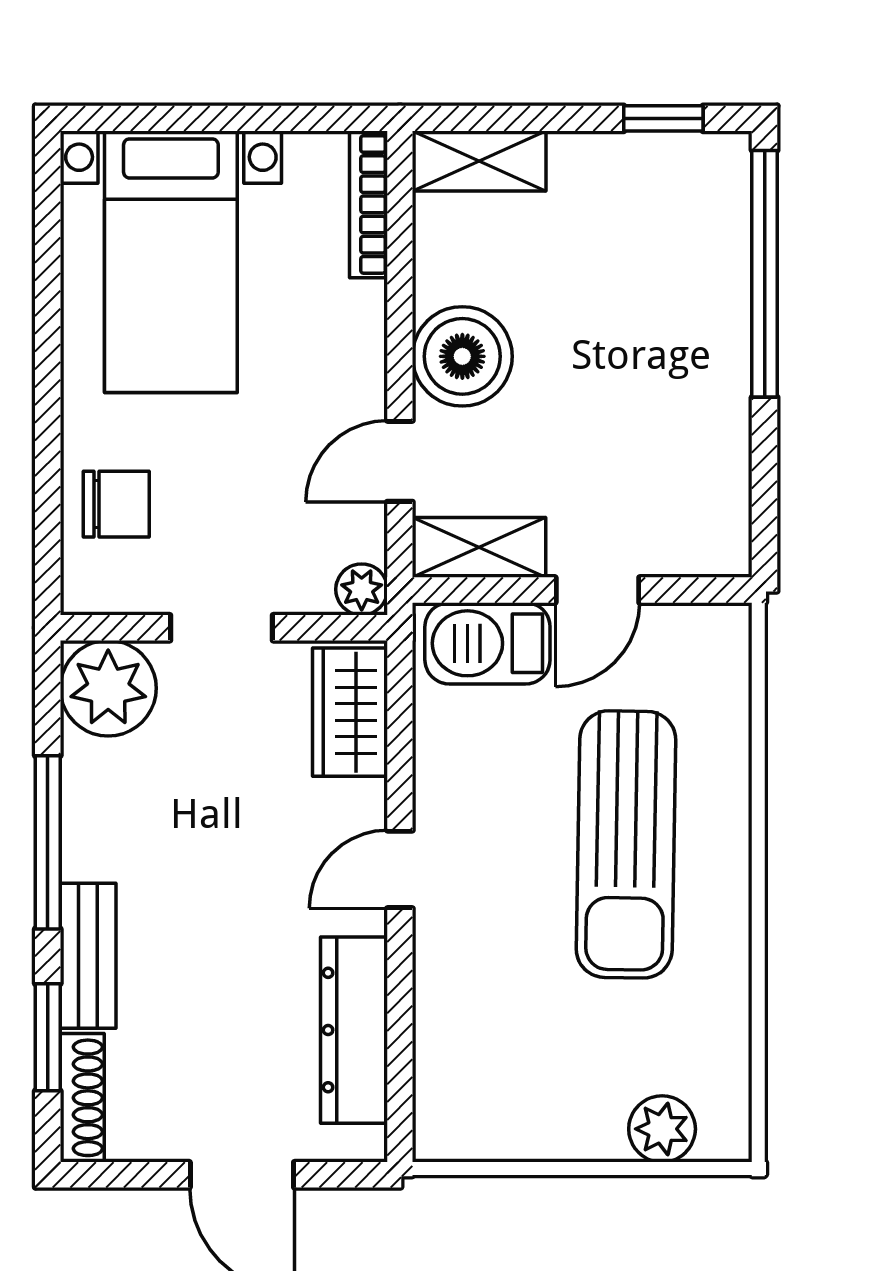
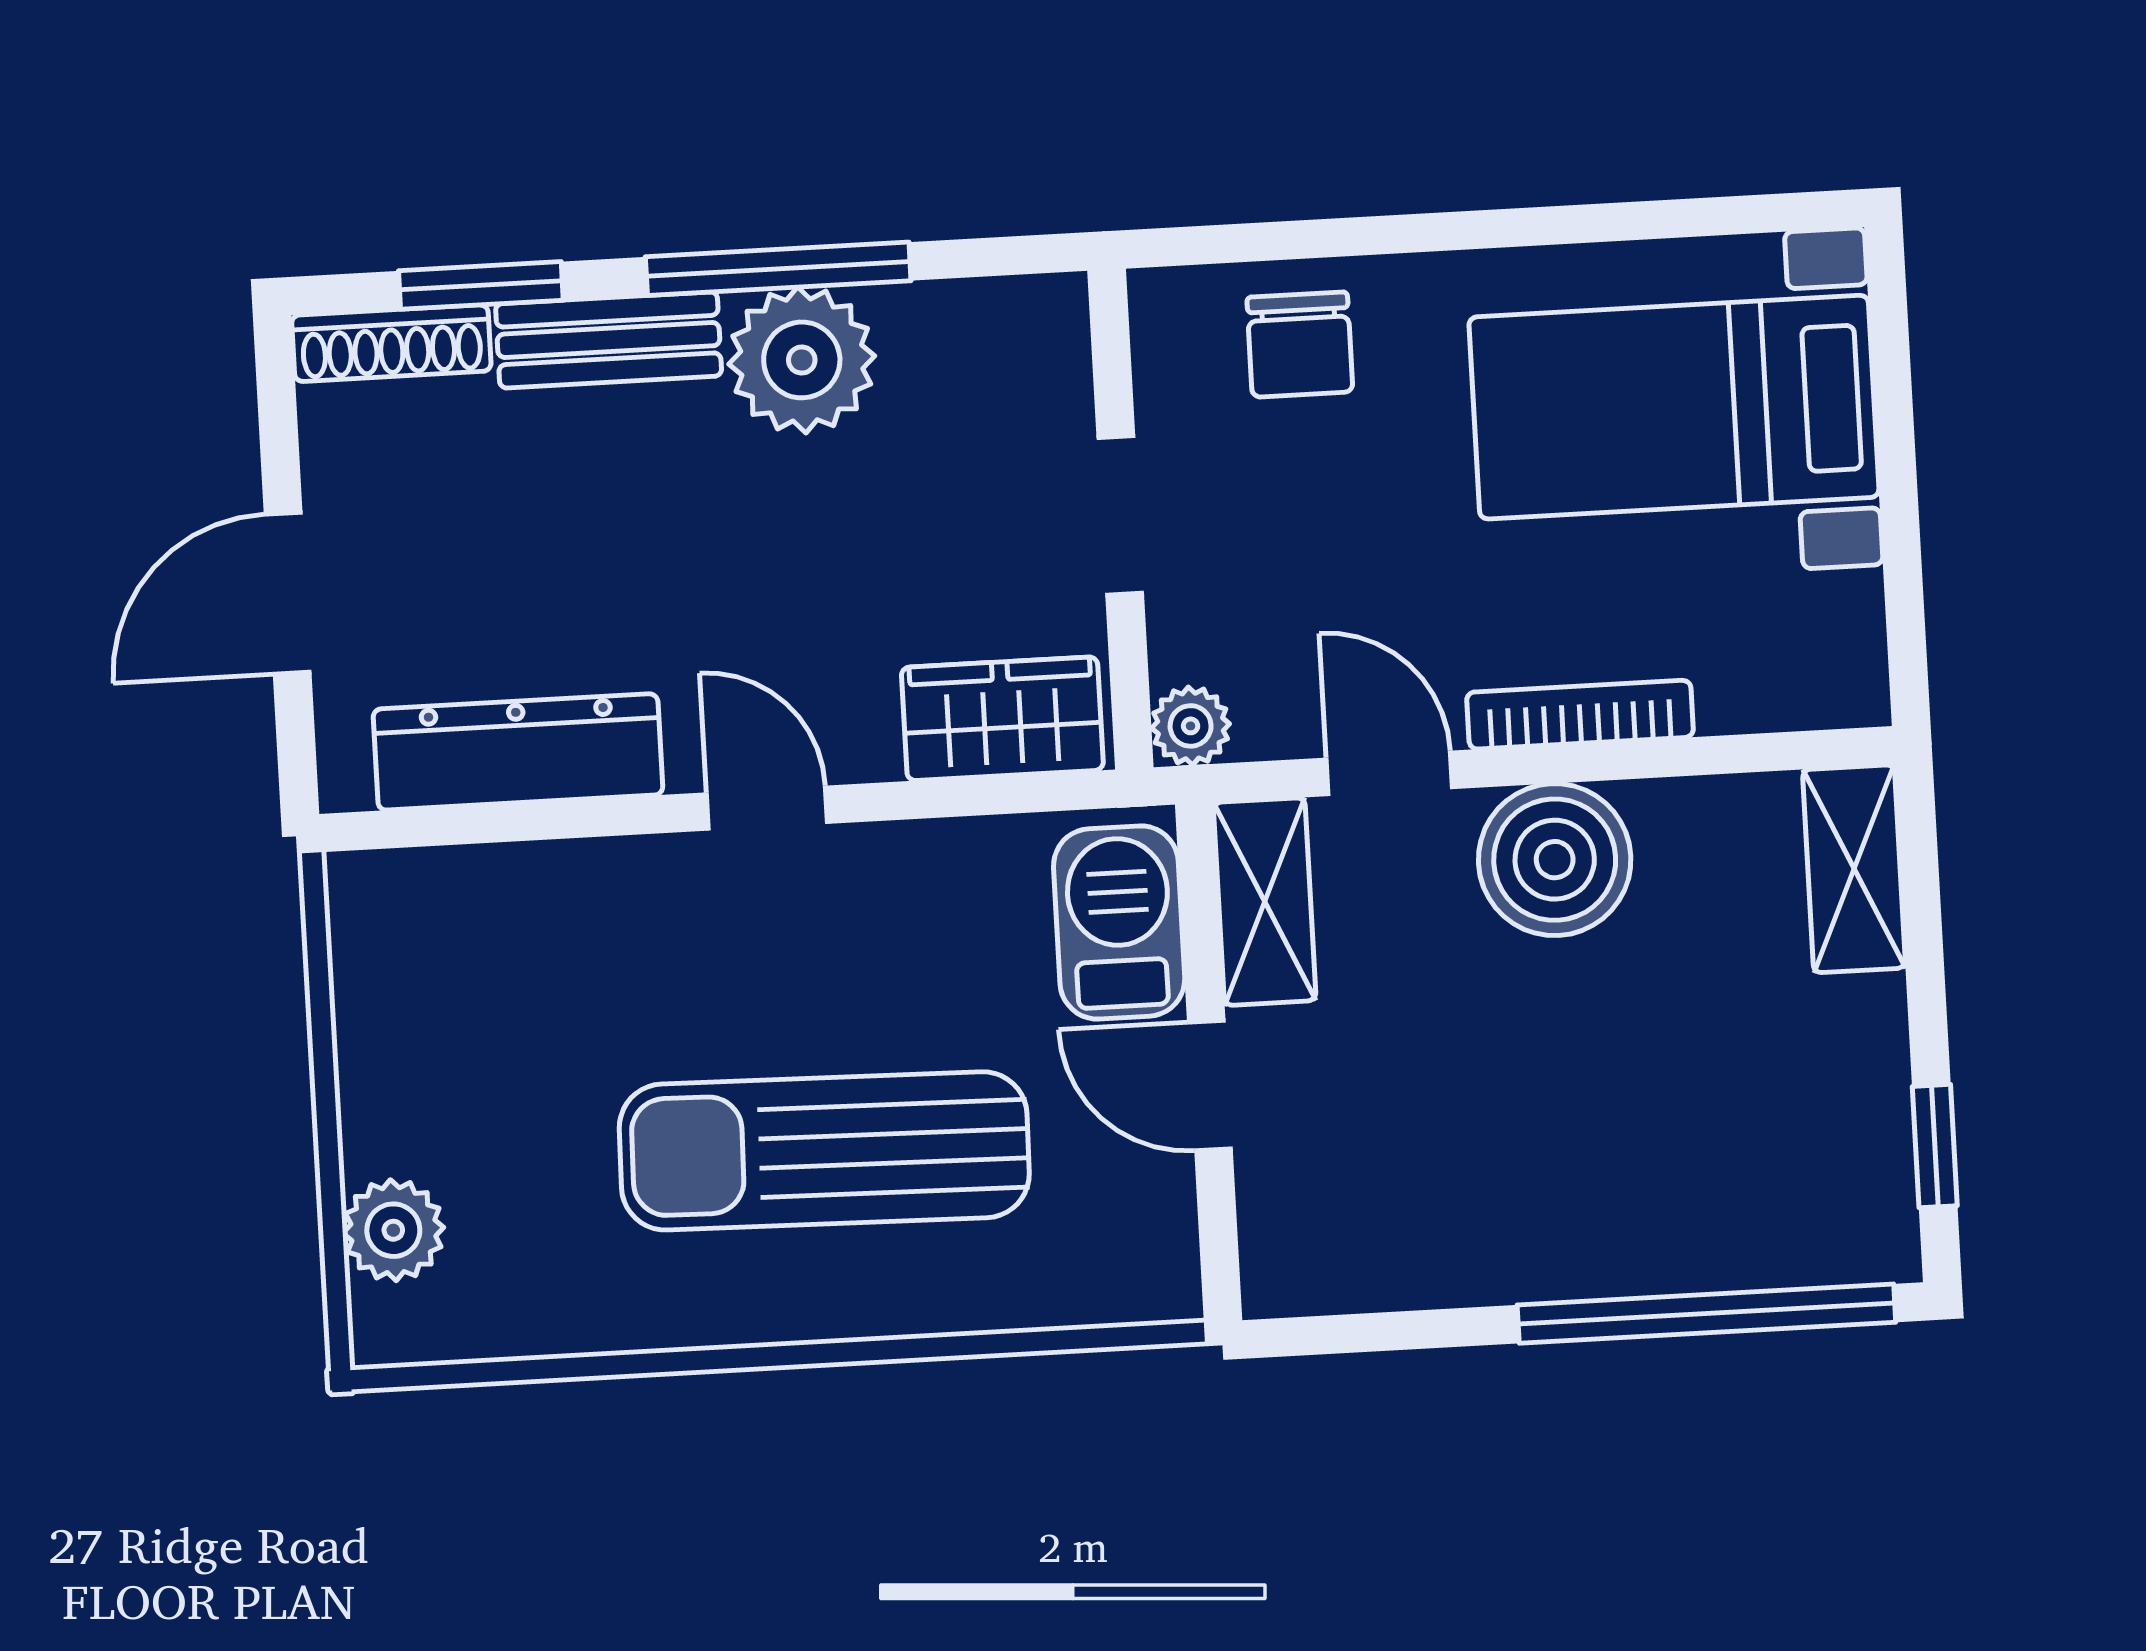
bookcase: (368, 204) -> (1580, 715), moved
plant: (108, 688) -> (802, 360), moved

